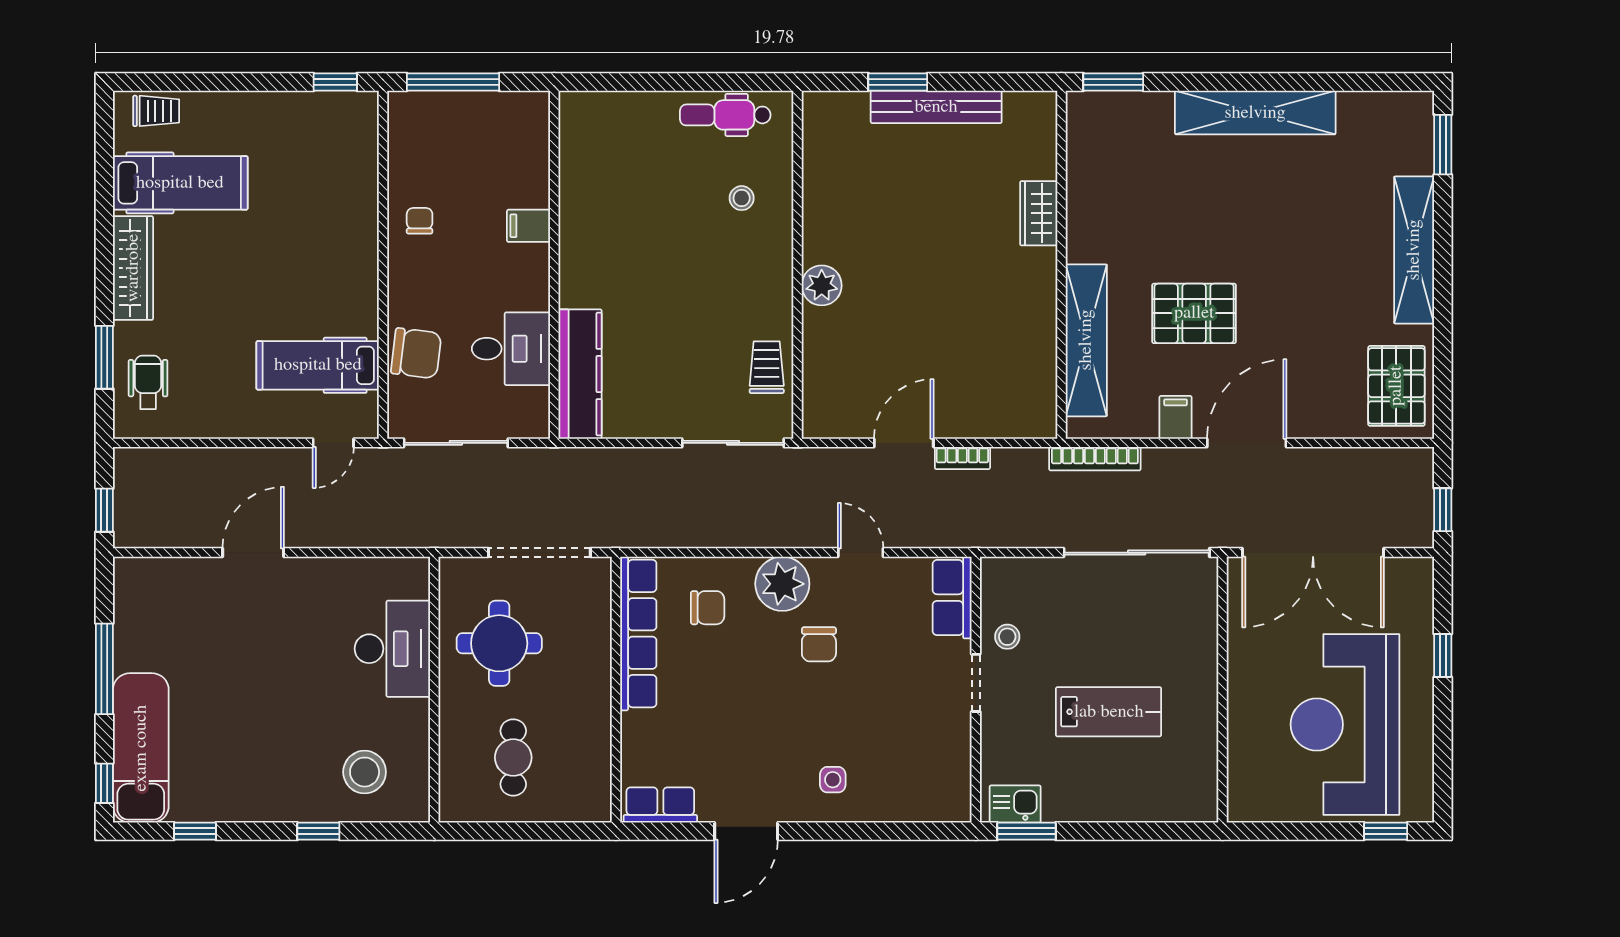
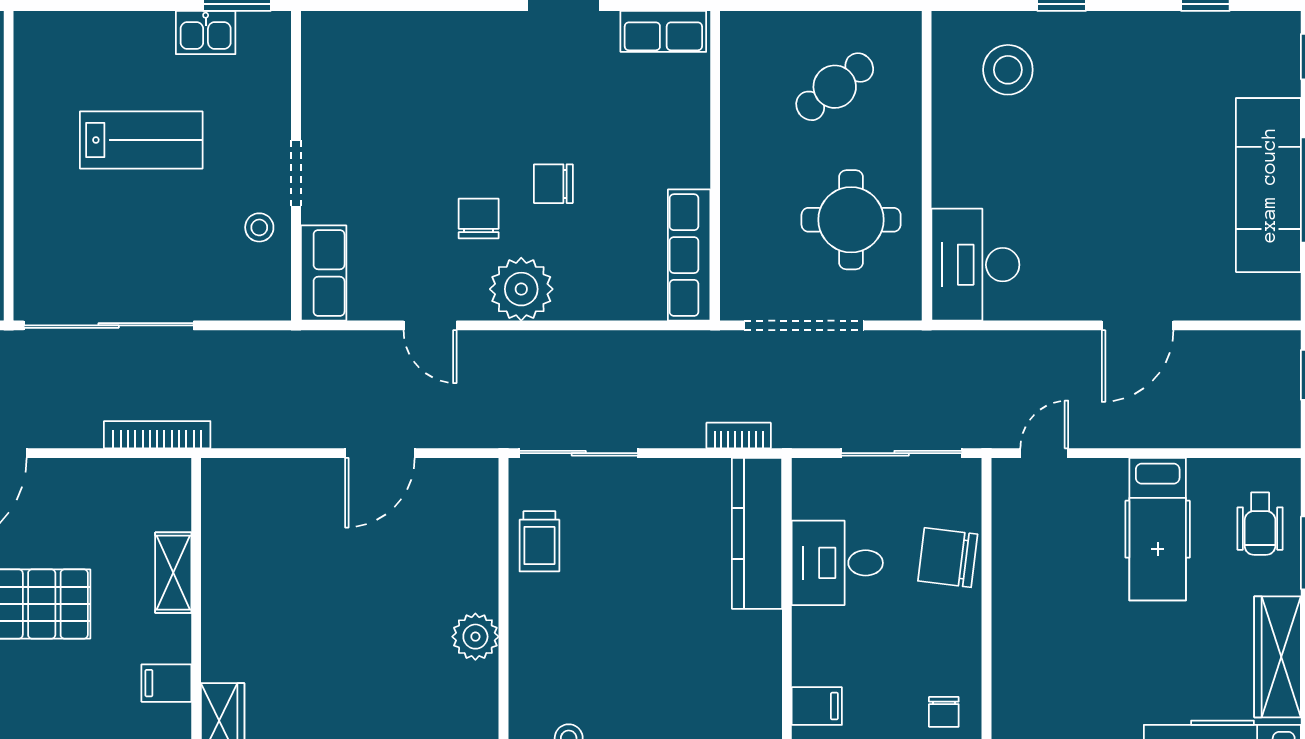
shelving: (1086, 340) -> (173, 573), width x0.45, depth x0.75
hospital bed: (318, 365) -> (1158, 529), moved, turned 90
filing cabinet: (1176, 417) -> (166, 683), moved, turned 90
bookcase: (962, 458) -> (739, 435), moved
chair: (708, 608) -> (553, 184), moved
row of seats: (638, 633) -> (689, 255), width x0.73
desk: (392, 649) -> (975, 265), moved
lab bench: (1109, 712) -> (141, 140), turned 180
exam couch: (141, 748) -> (1268, 185), moved
cafe table: (513, 758) -> (835, 87), turned 52
side table: (833, 780) -> (463, 61), removed
kitchen sink: (1015, 804) -> (206, 33), moved

